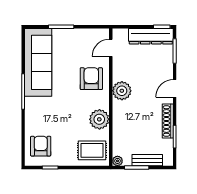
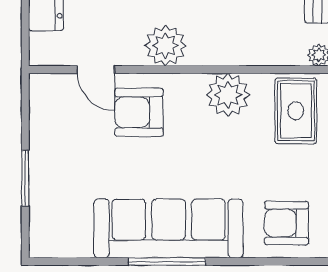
door: (111, 48) -> (96, 70), moved
sofa: (38, 62) -> (169, 228), moved

